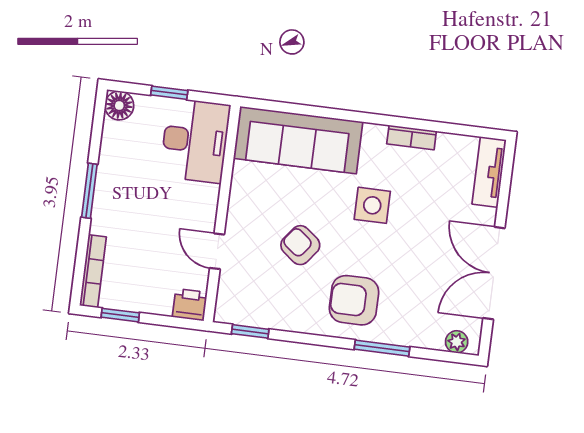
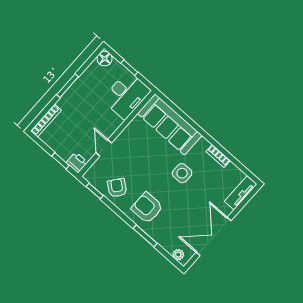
armchair: (300, 245) -> (117, 188), moved
window: (120, 315) -> (61, 161), moved

